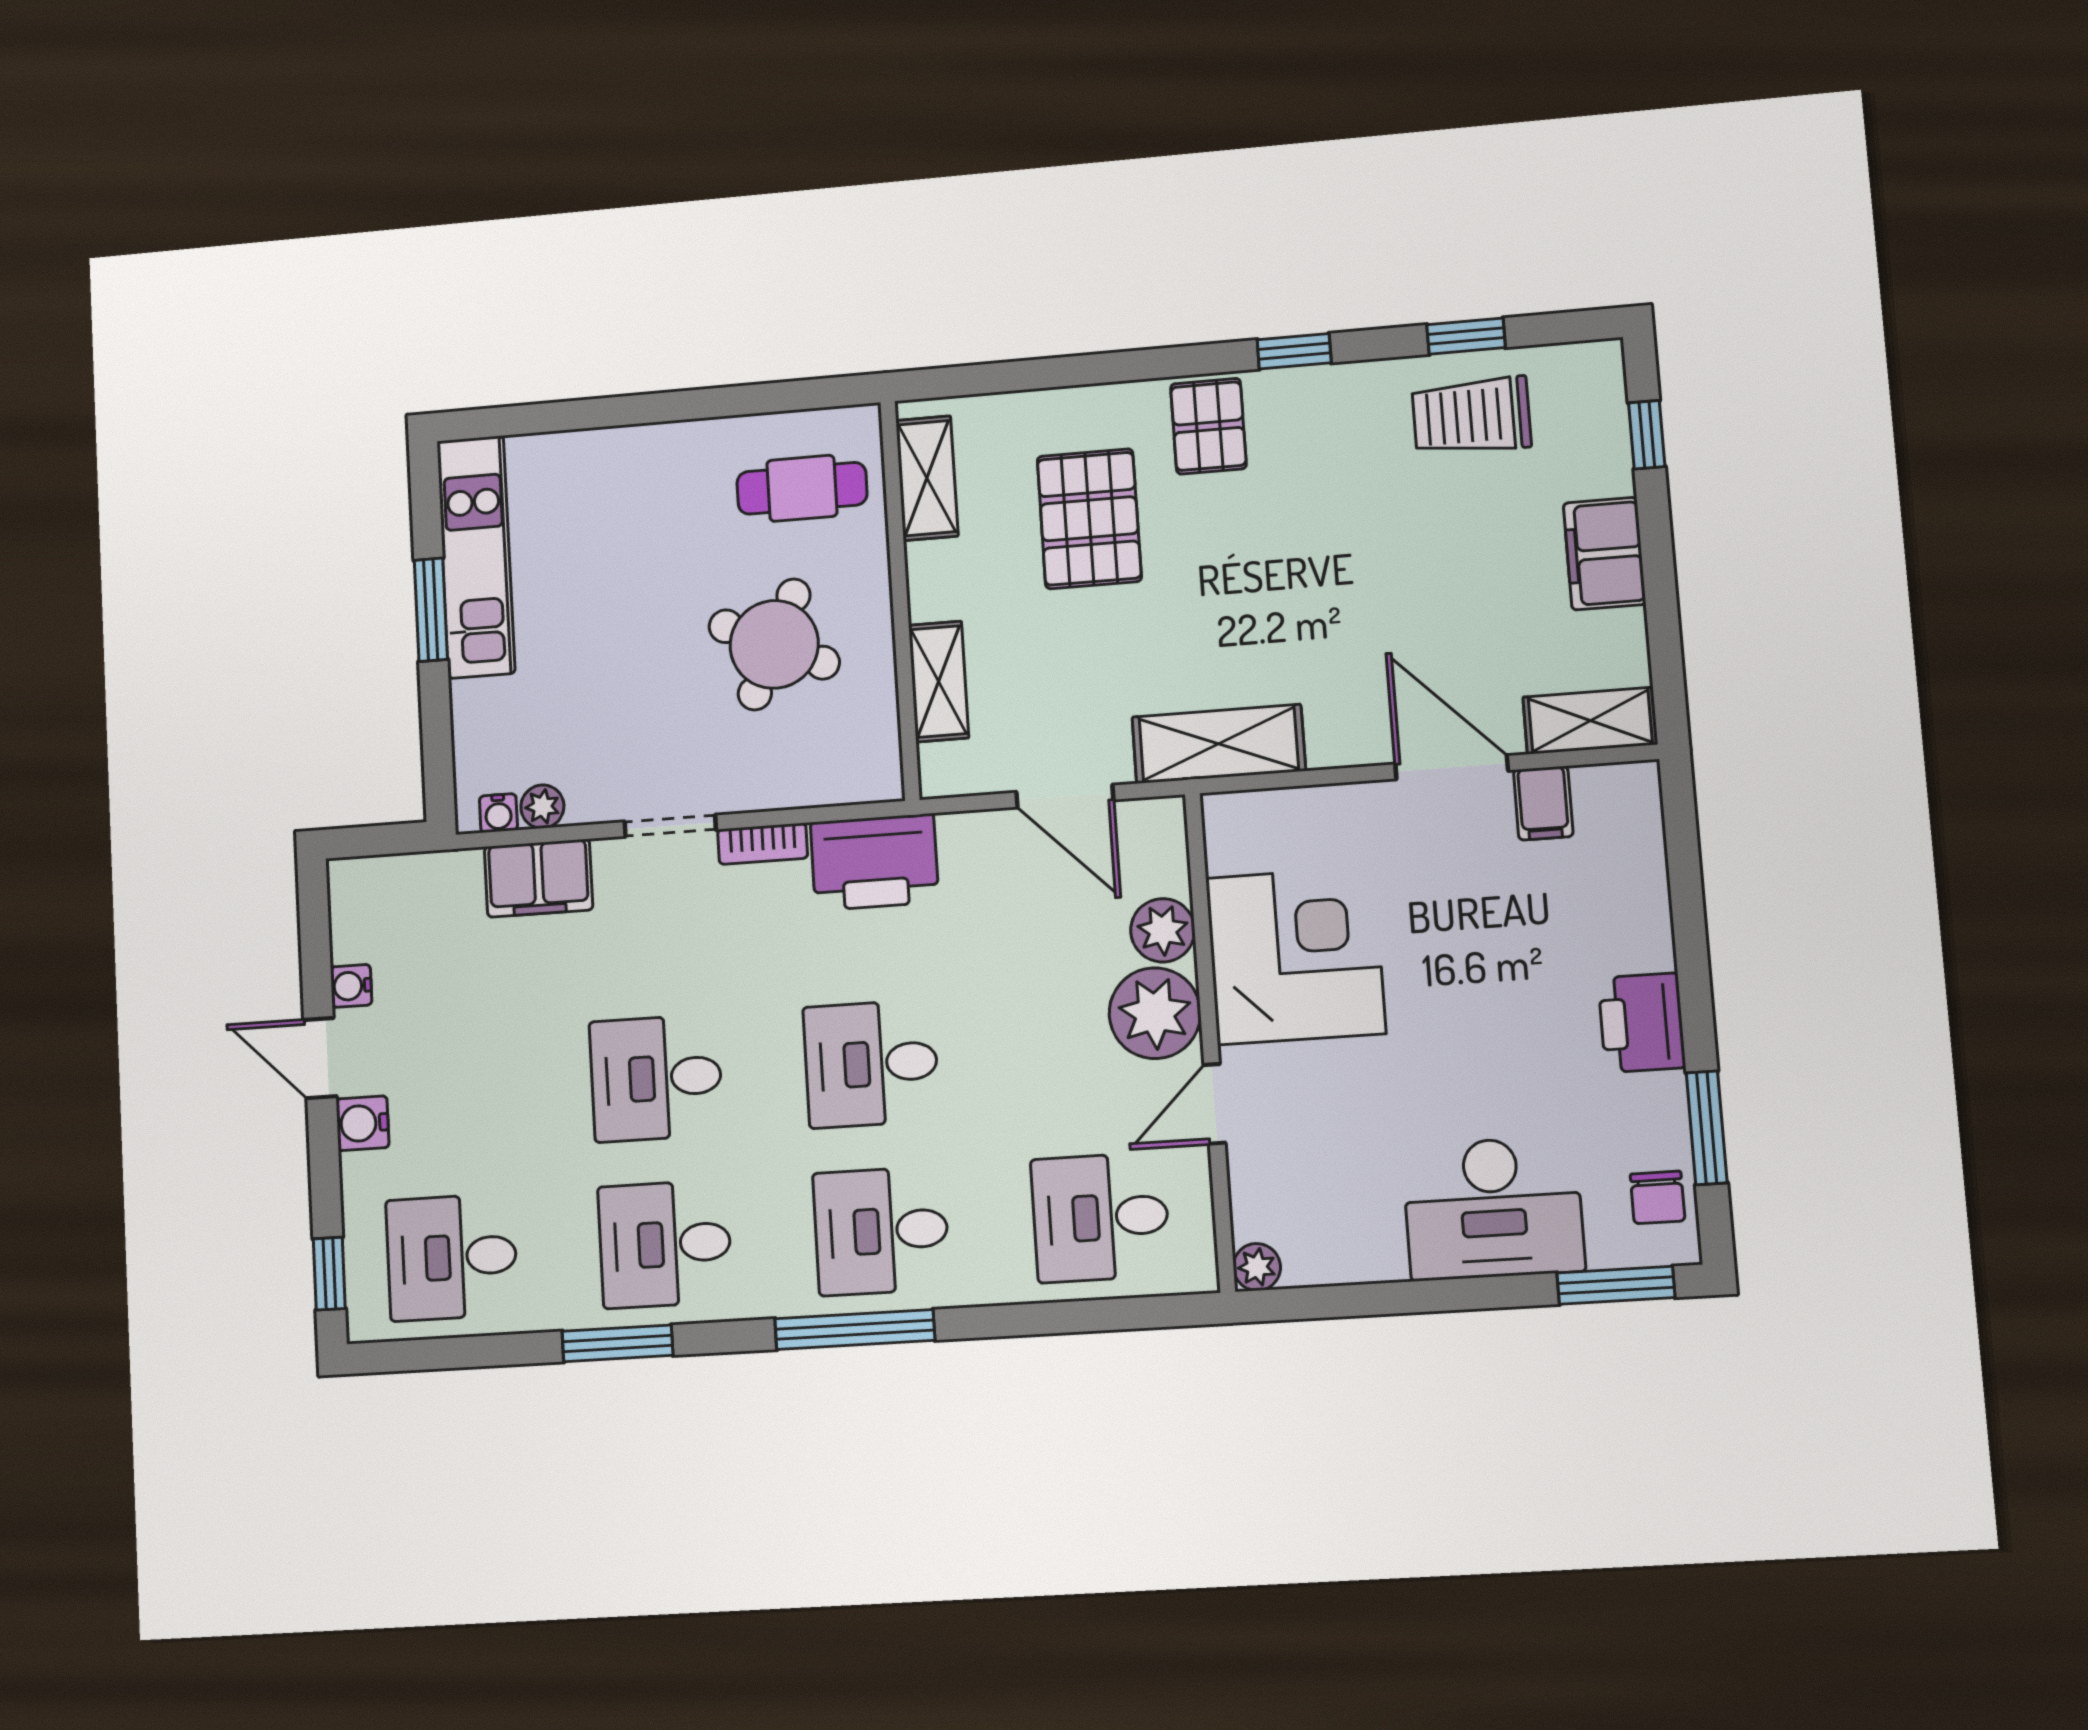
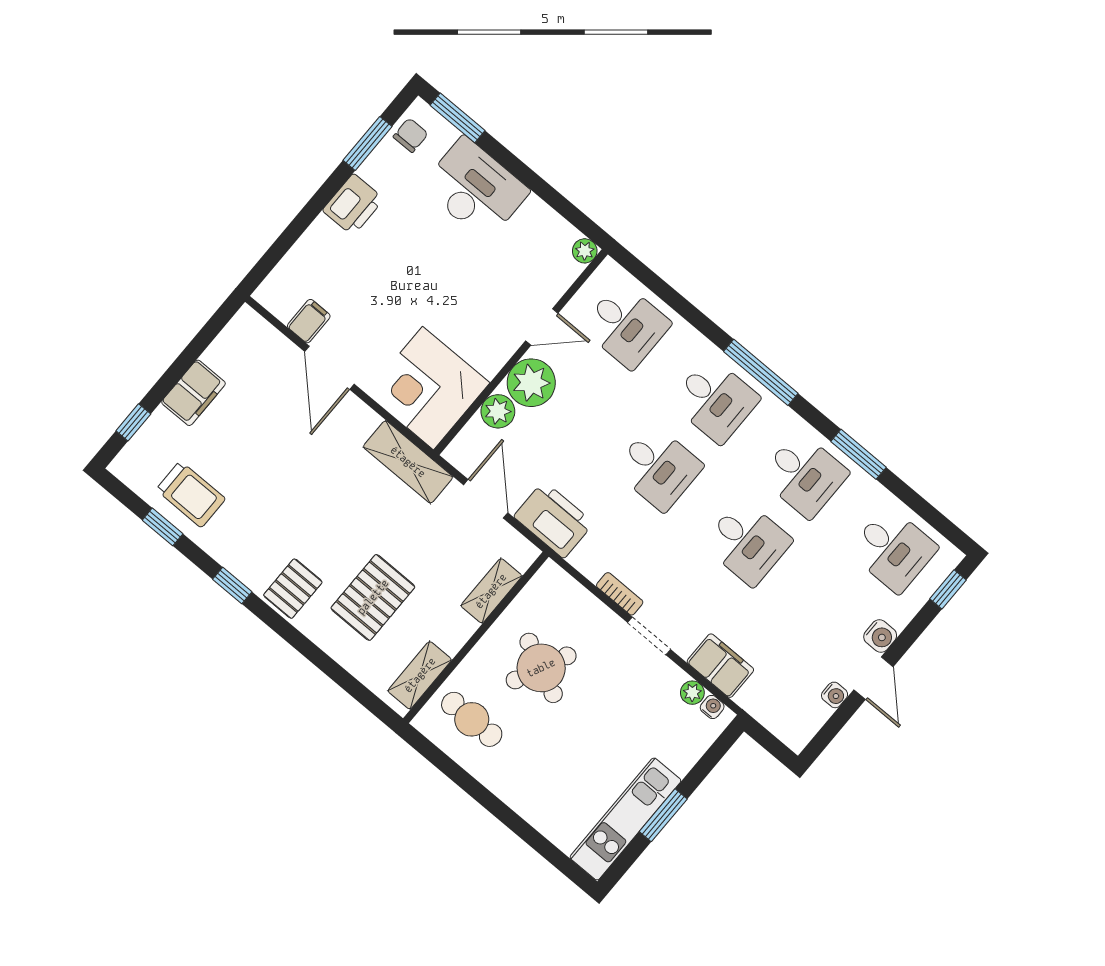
shelving: (1590, 721) -> (261, 335), removed
printer: (874, 862) -> (554, 520), moved
corner desk: (1295, 956) -> (428, 388), moved

